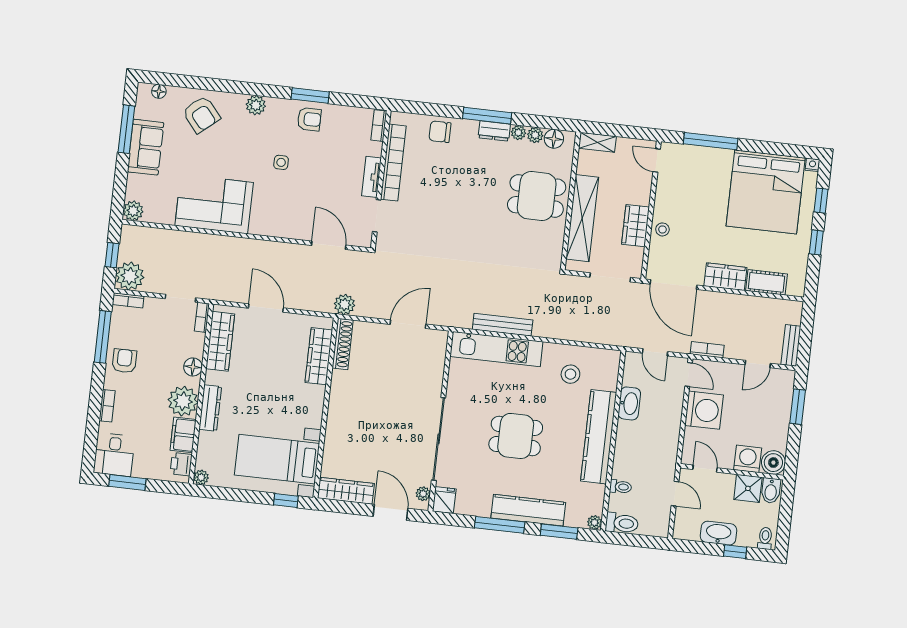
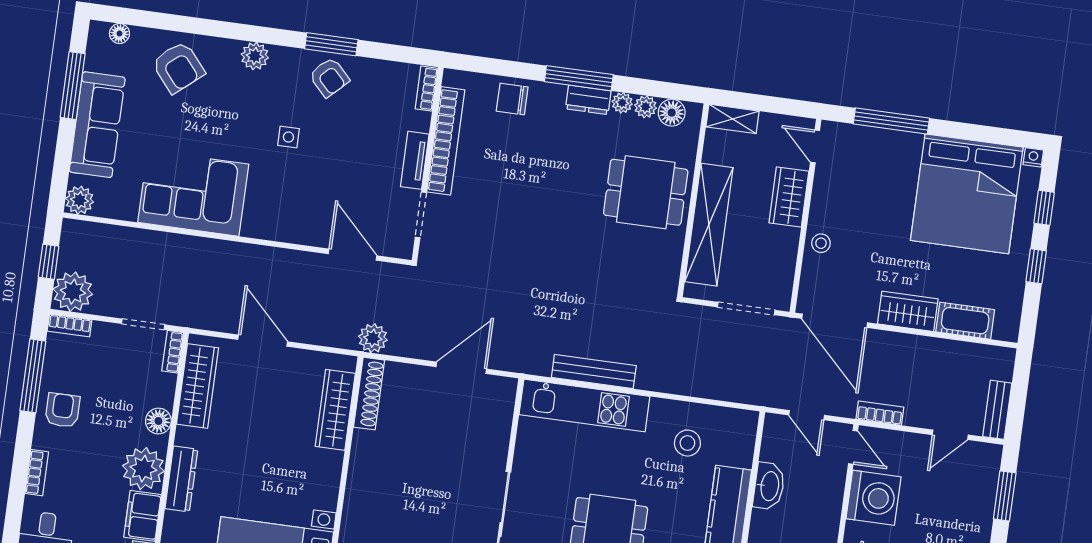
armchair: (309, 119) -> (329, 77), turned 46
sofa: (146, 147) -> (97, 125), width x1.36
wardrobe: (636, 226) -> (789, 197), moved

